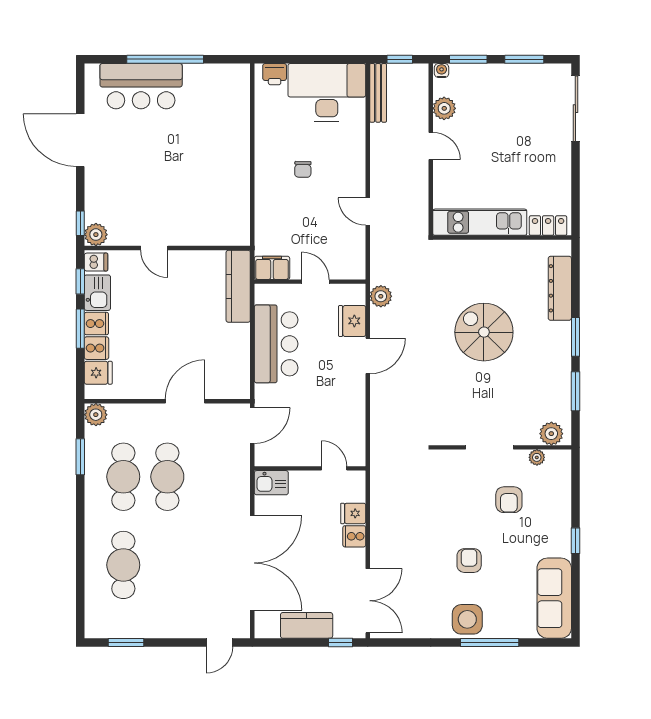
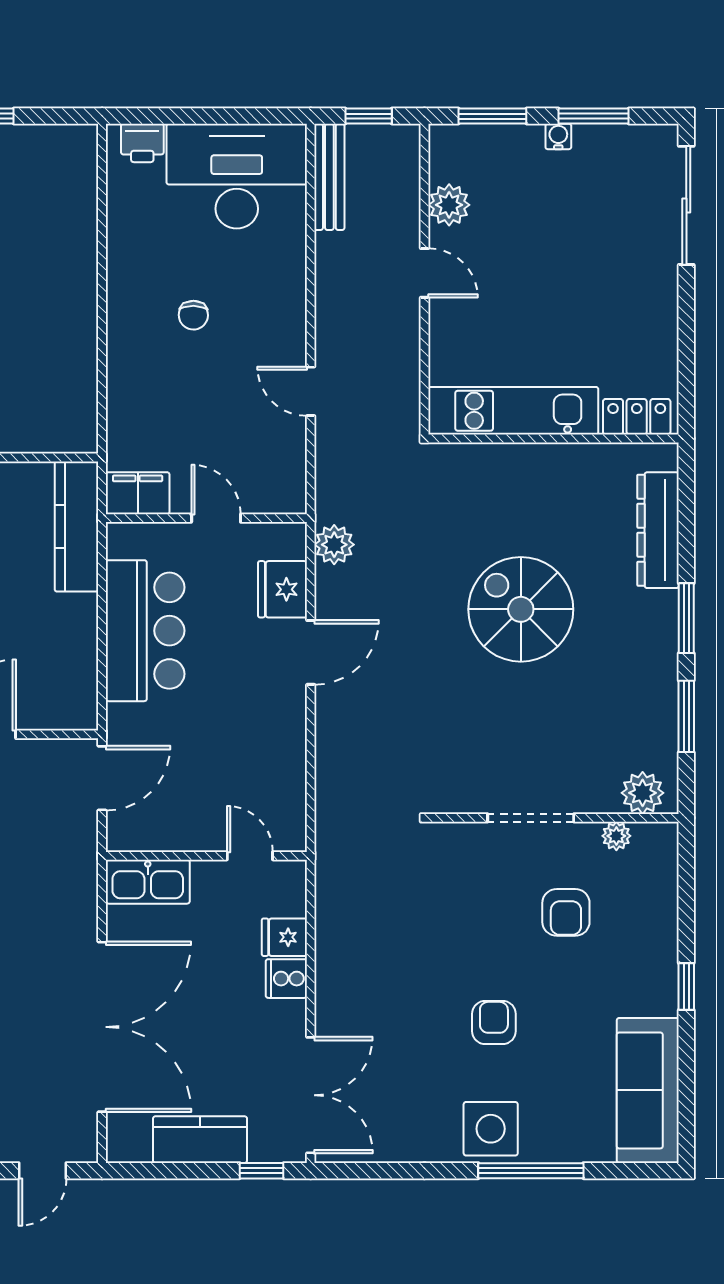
water cooler: (442, 71) -> (558, 136), moved
kitchen sink: (271, 483) -> (148, 882), width x1.38

